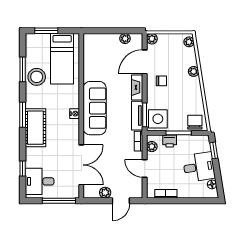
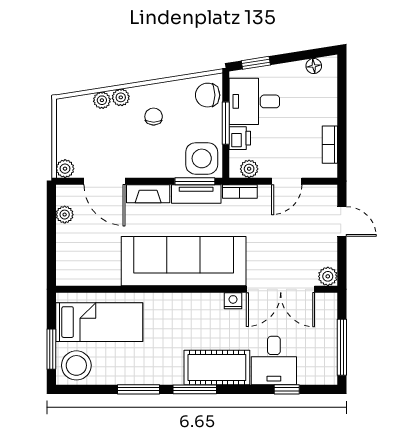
plant: (189, 42) -> (102, 100), moved
window: (23, 69) -> (138, 389), moved
stool: (37, 77) -> (76, 365), moved
chair: (161, 81) -> (154, 117), moved
sofa: (95, 108) -> (184, 261), width x1.36, depth x1.27
nightstand: (75, 114) -> (233, 301), moved
double door: (81, 165) -> (281, 289), swing flipped
desk: (199, 167) -> (254, 101), moved, turned -81
desk: (40, 181) -> (274, 361), moved
plant: (105, 193) -> (328, 276), moved
window: (59, 201) -> (342, 347), moved

